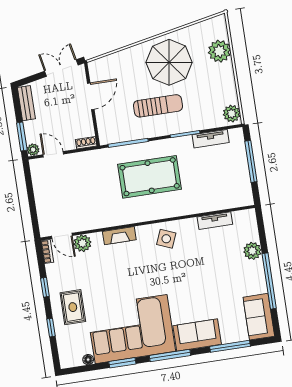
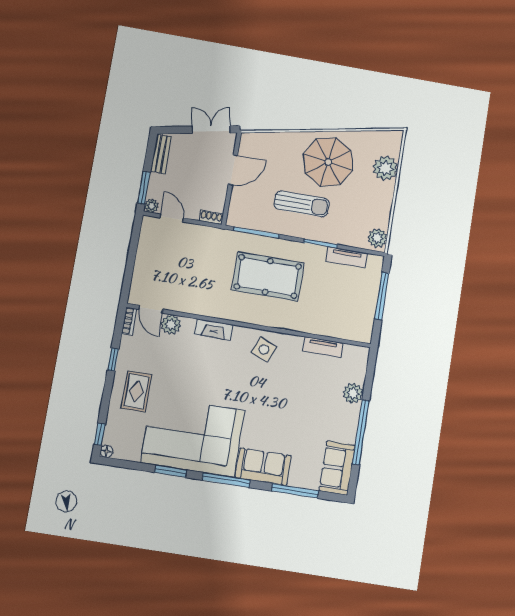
window: (51, 328) -> (100, 434), moved
floor lamp: (88, 360) -> (107, 451), moved

